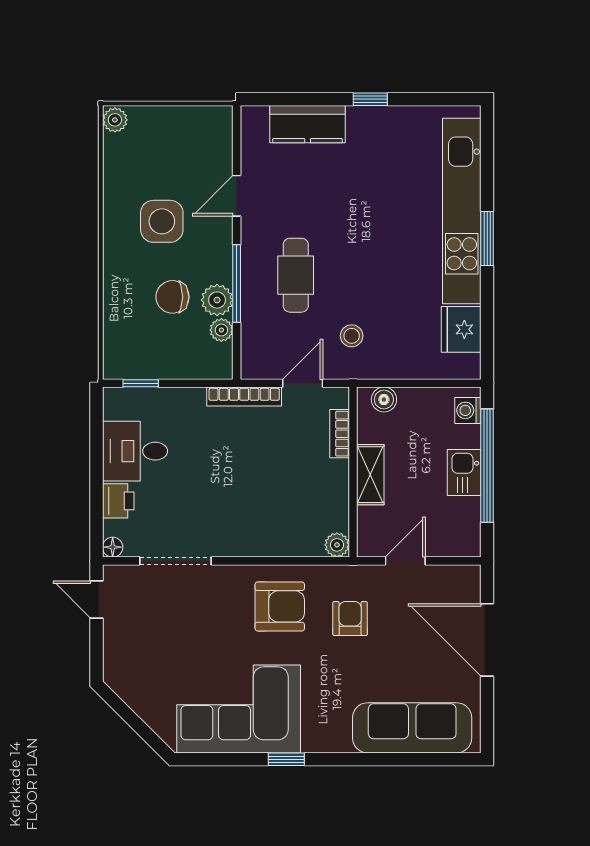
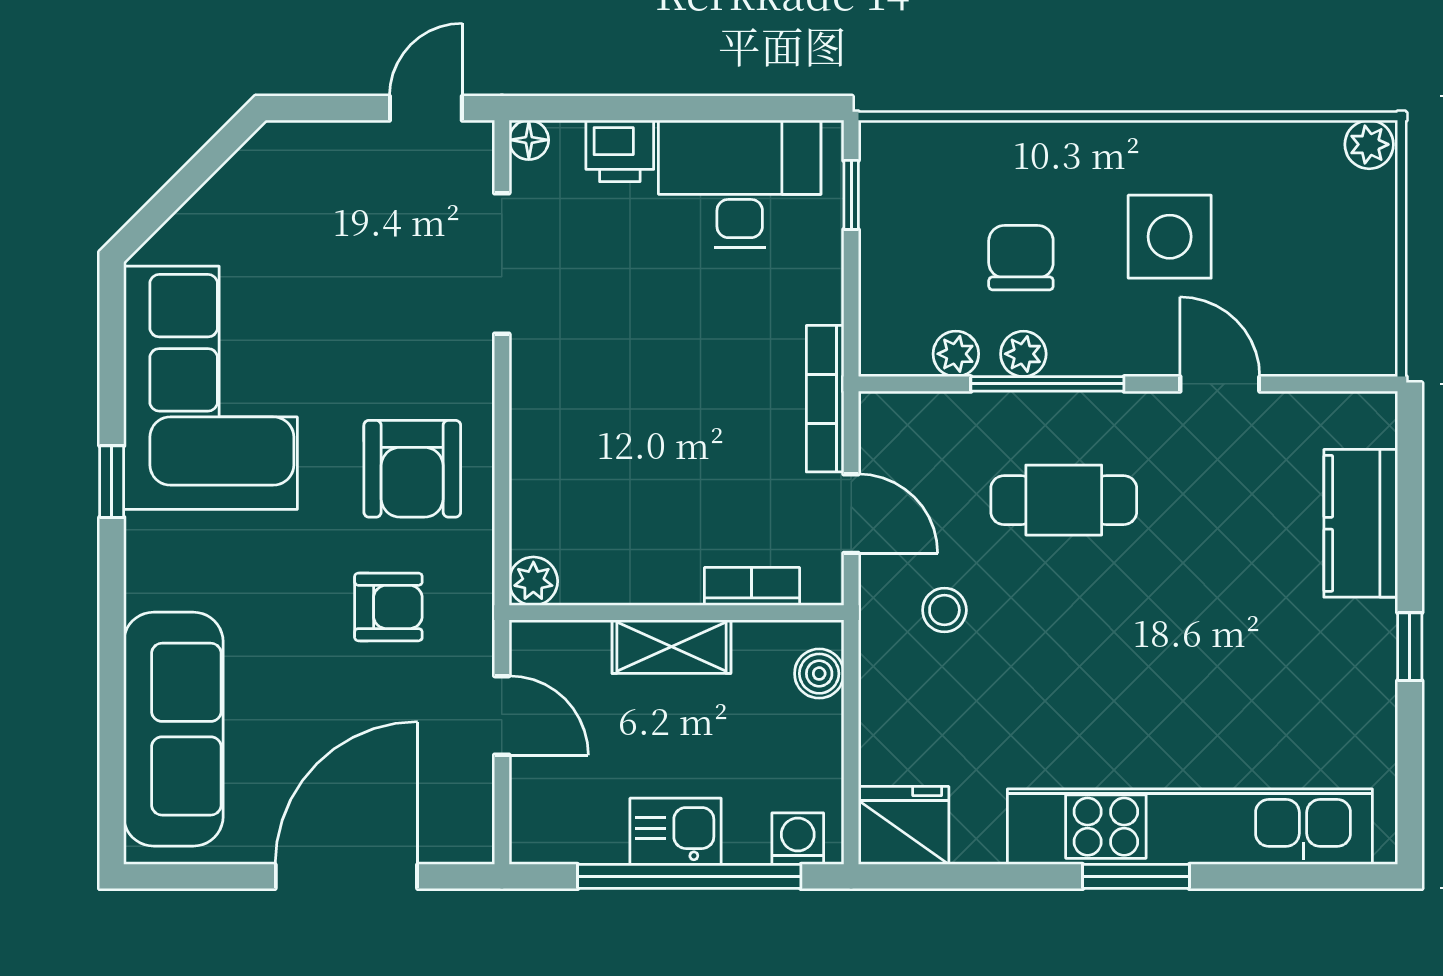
plant: (217, 300) -> (1023, 354), width x0.73, depth x0.73
fridge: (461, 329) -> (904, 825), moved
desk: (135, 451) -> (740, 184), width x1.37

